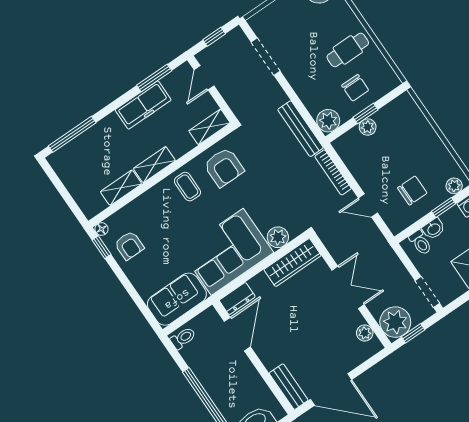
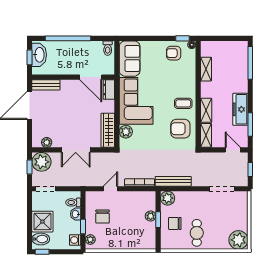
shelving: (154, 165) -> (206, 110), moved

